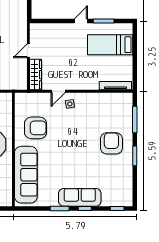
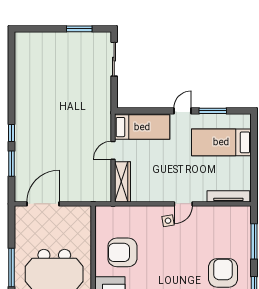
bed: (50, 33) -> (142, 127), added
door: (58, 91) -> (183, 204), moved
armchair: (35, 128) -> (122, 252), turned 180

